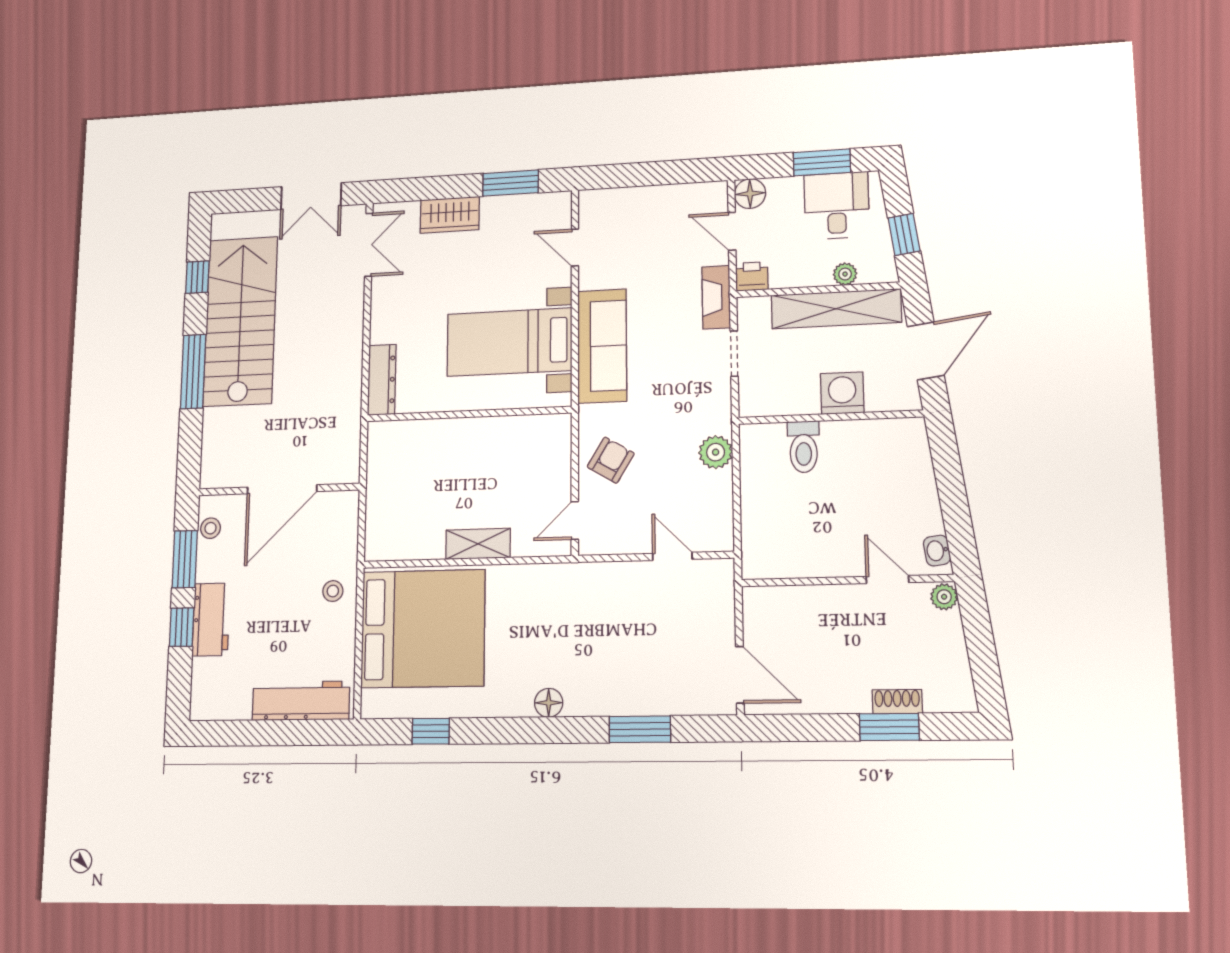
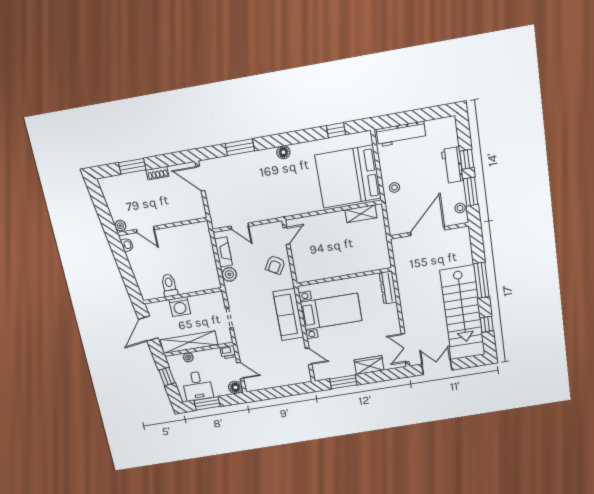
fireplace: (716, 297) -> (223, 252), moved
toilet: (804, 447) -> (169, 285), moved
shelving: (478, 544) -> (361, 214), moved
shoe rack: (897, 702) -> (157, 173), moved

